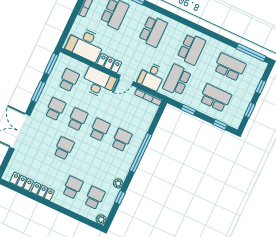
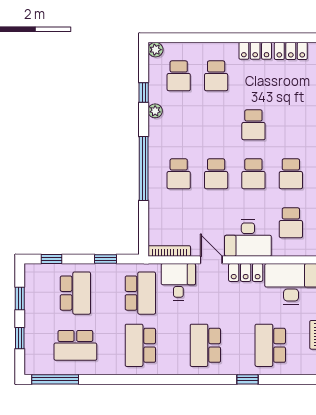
door: (126, 80) -> (211, 260), hinge flipped
school desk: (215, 98) -> (75, 293), turned -90

